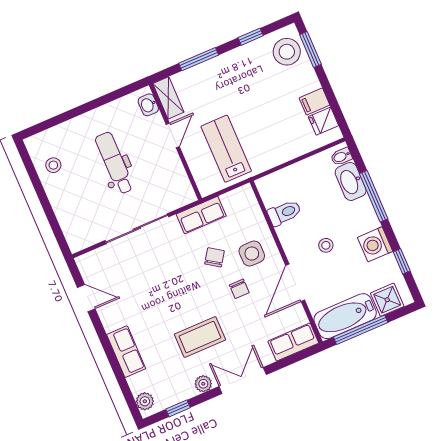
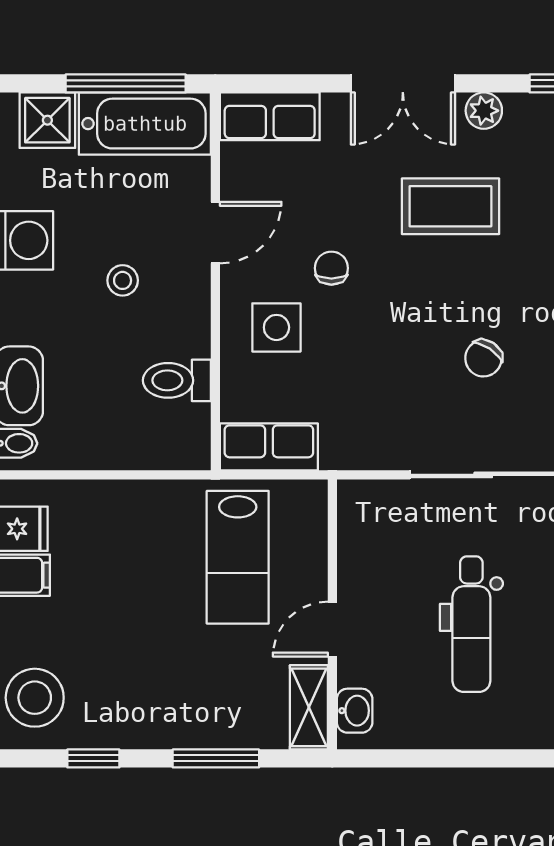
row of seats: (201, 215) -> (269, 447), moved
chair: (214, 257) -> (483, 358), moved
door: (295, 283) -> (215, 233), width x0.73

